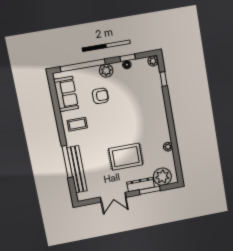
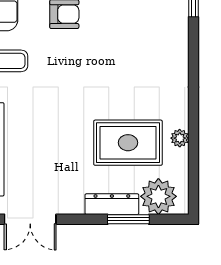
rug: (126, 157) -> (128, 143), moved
double door: (113, 197) -> (30, 219), moved

